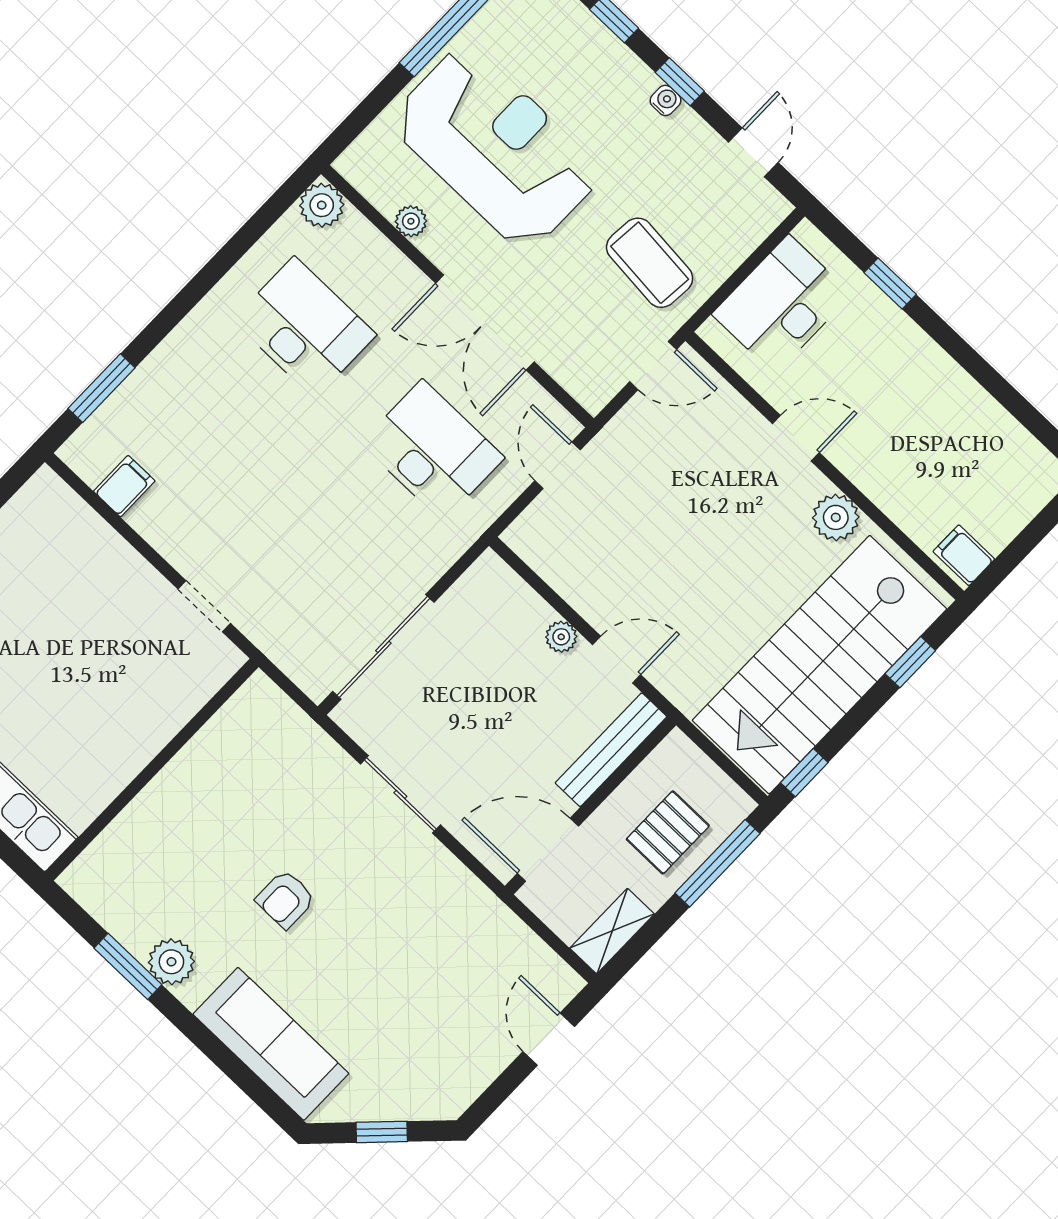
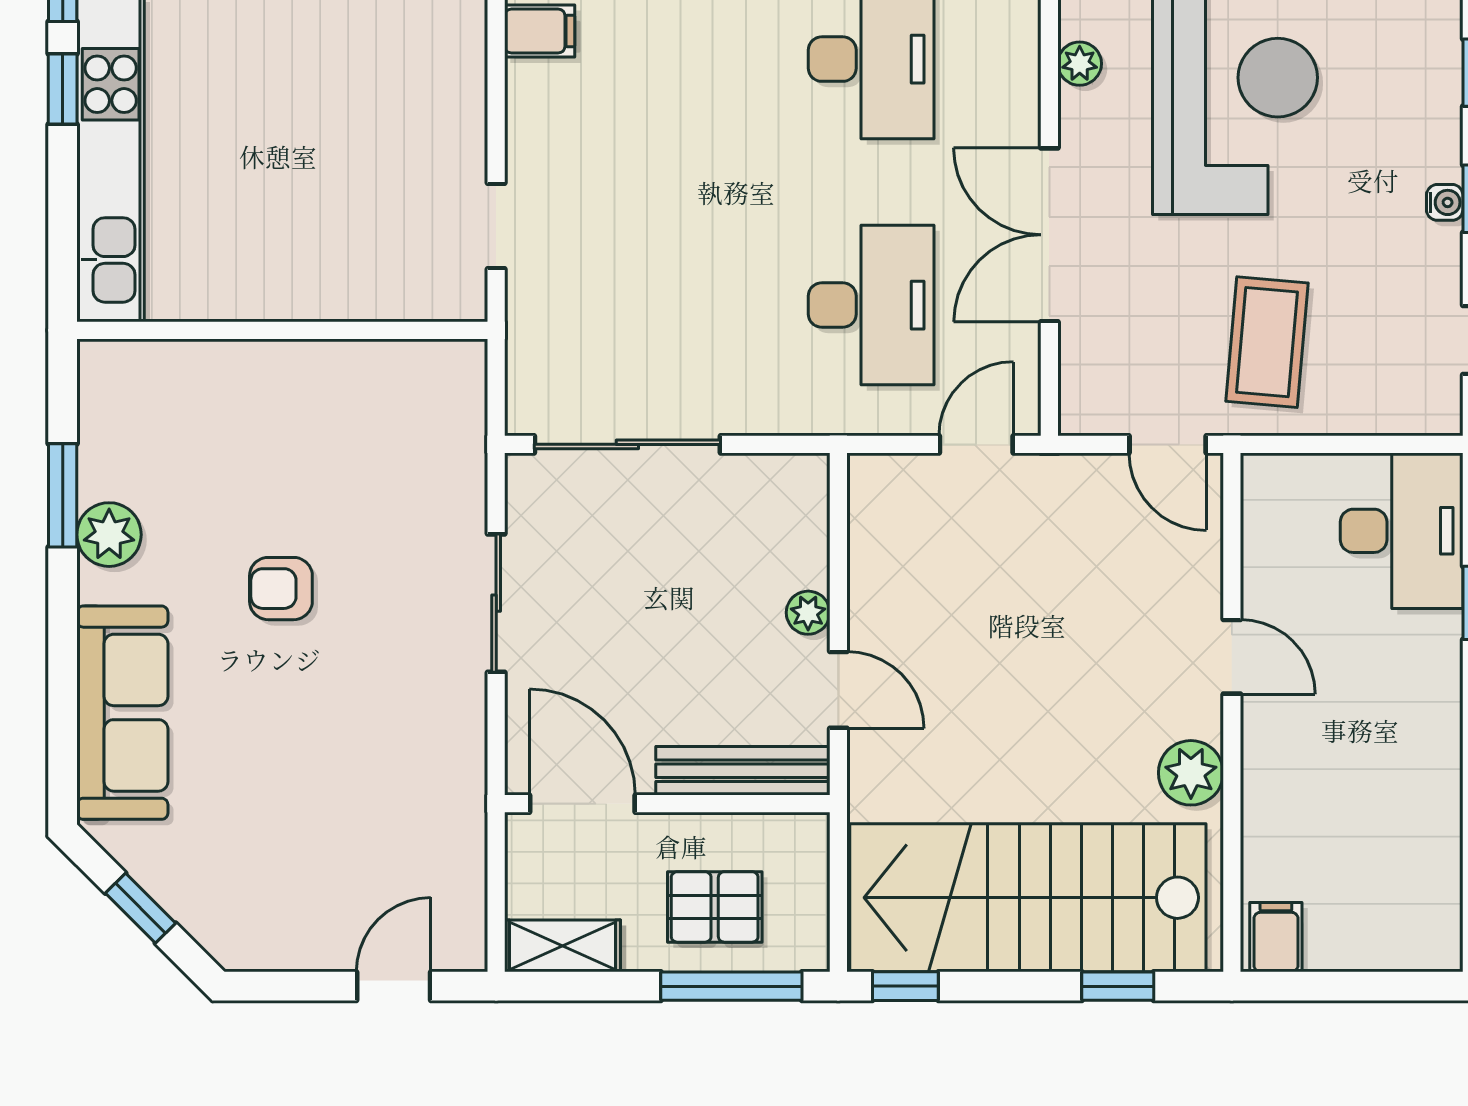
desk: (782, 304) -> (1402, 531), moved, turned 90

